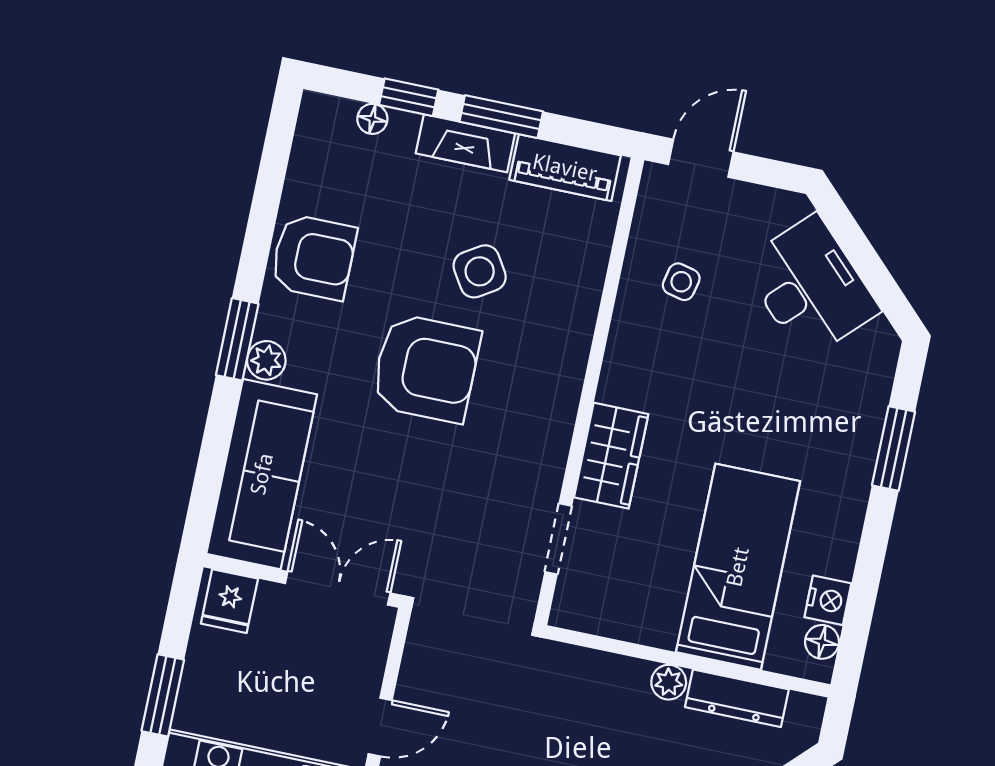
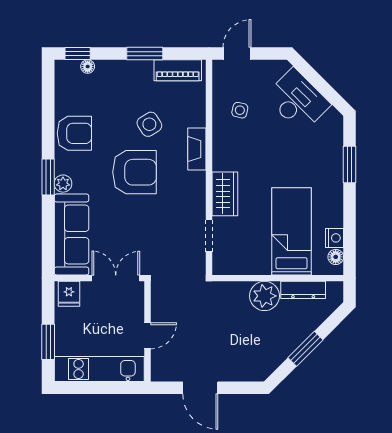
window: (409, 97) -> (78, 54), moved
fireplace: (465, 143) -> (197, 149), moved, turned 90
plant: (669, 682) -> (264, 296), width x1.88, depth x1.88

